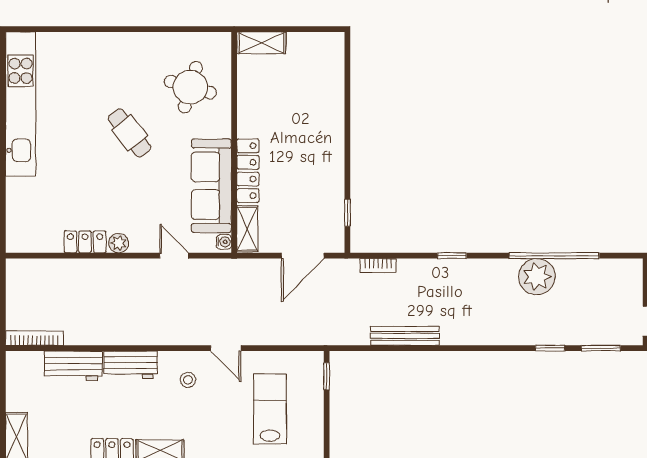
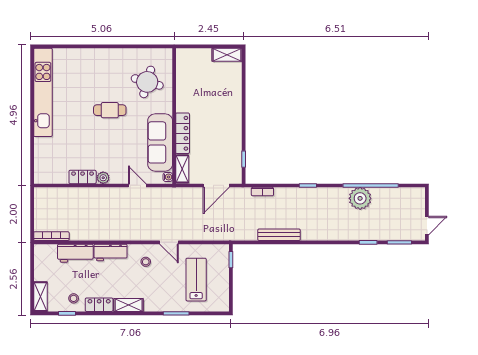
shelving: (261, 43) -> (227, 55), moved
cafe table: (129, 133) -> (110, 110), turned -52
stool: (70, 440) -> (74, 298), added

